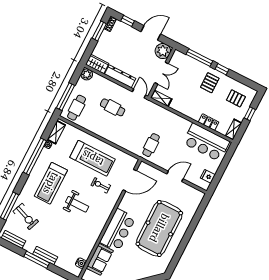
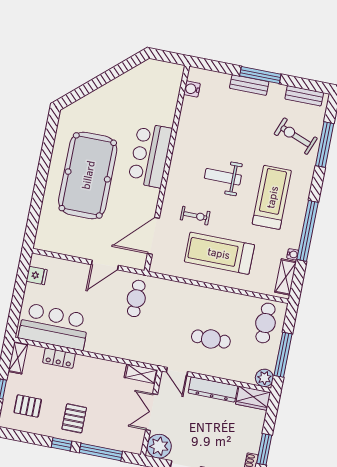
window: (66, 97) -> (283, 355), moved
door: (175, 176) -> (105, 265), moved
sofa: (100, 259) -> (165, 103), removed

